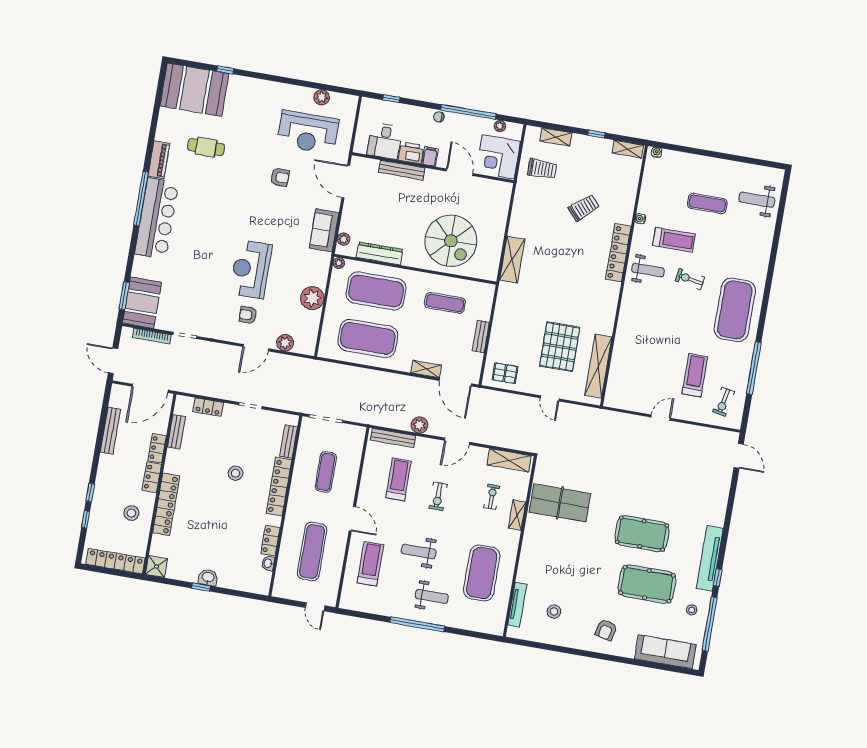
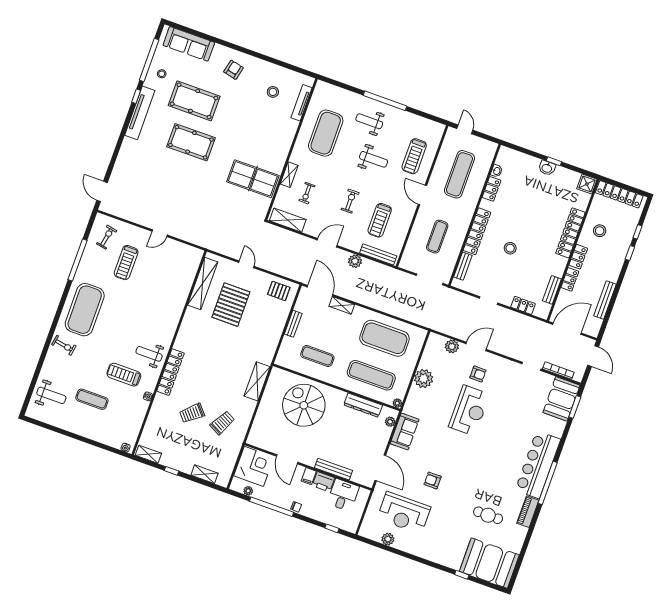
reception desk: (308, 132) -> (404, 513), turned 180
trolley: (542, 169) -> (222, 423), moved, turned 118
exercise bike: (690, 279) -> (64, 345), moved
exercise mat: (376, 291) -> (371, 375), width x0.68

